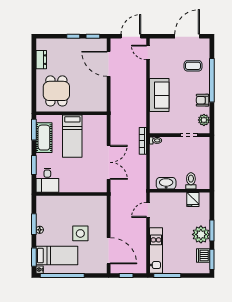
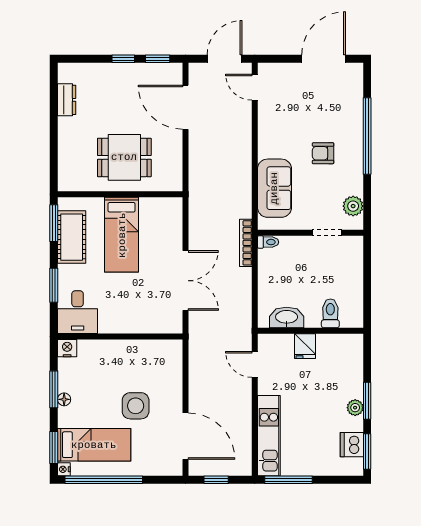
coffee table: (193, 66) -> (334, 111), removed
dining table: (56, 91) -> (124, 157), moved, turned 90
sofa: (159, 95) -> (274, 188), moved
armchair: (203, 100) -> (323, 153), moved
fridge: (193, 200) -> (305, 346), moved
nightstand: (41, 201) -> (67, 348), added
door: (148, 210) -> (255, 364), hinge flipped
plant: (201, 234) -> (355, 408), width x0.53, depth x0.53

